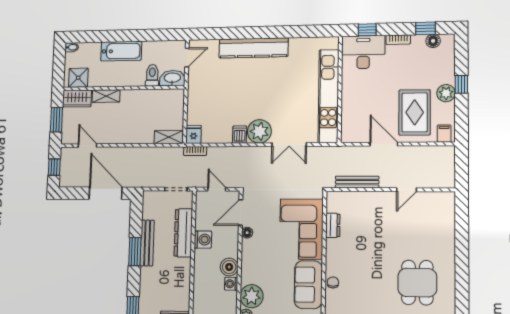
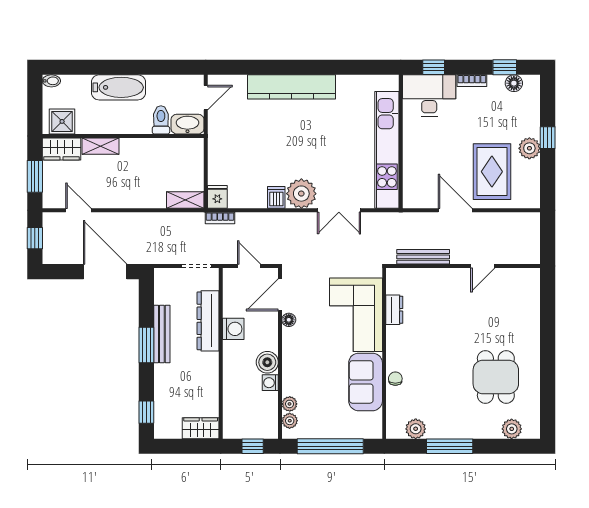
filing cabinet: (444, 134) -> (527, 198), removed
plant: (252, 296) -> (290, 404), width x0.53, depth x0.53

